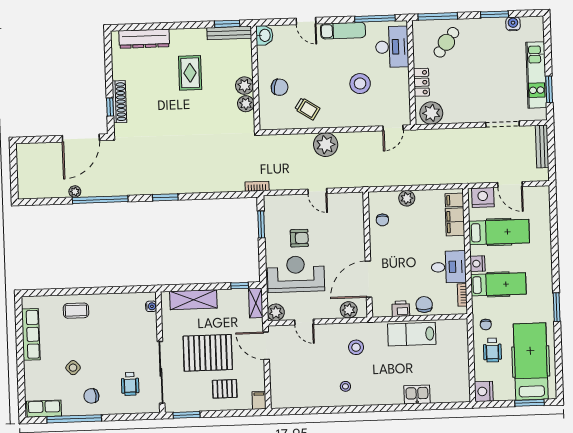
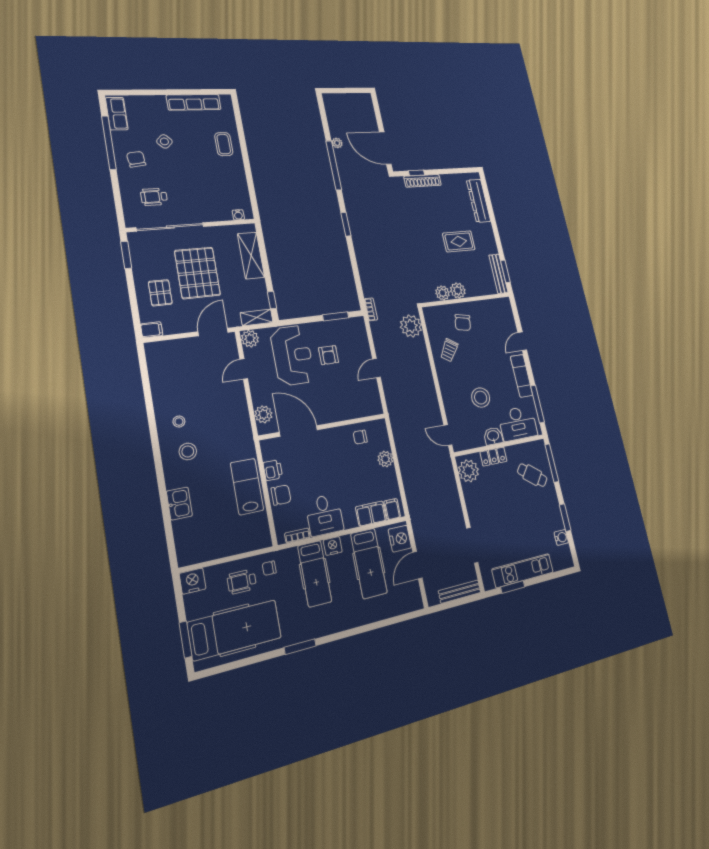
washbasin: (264, 35) -> (493, 436), moved, turned 180
plant: (326, 145) -> (411, 326), moved
stool: (356, 347) -> (188, 451), moved

